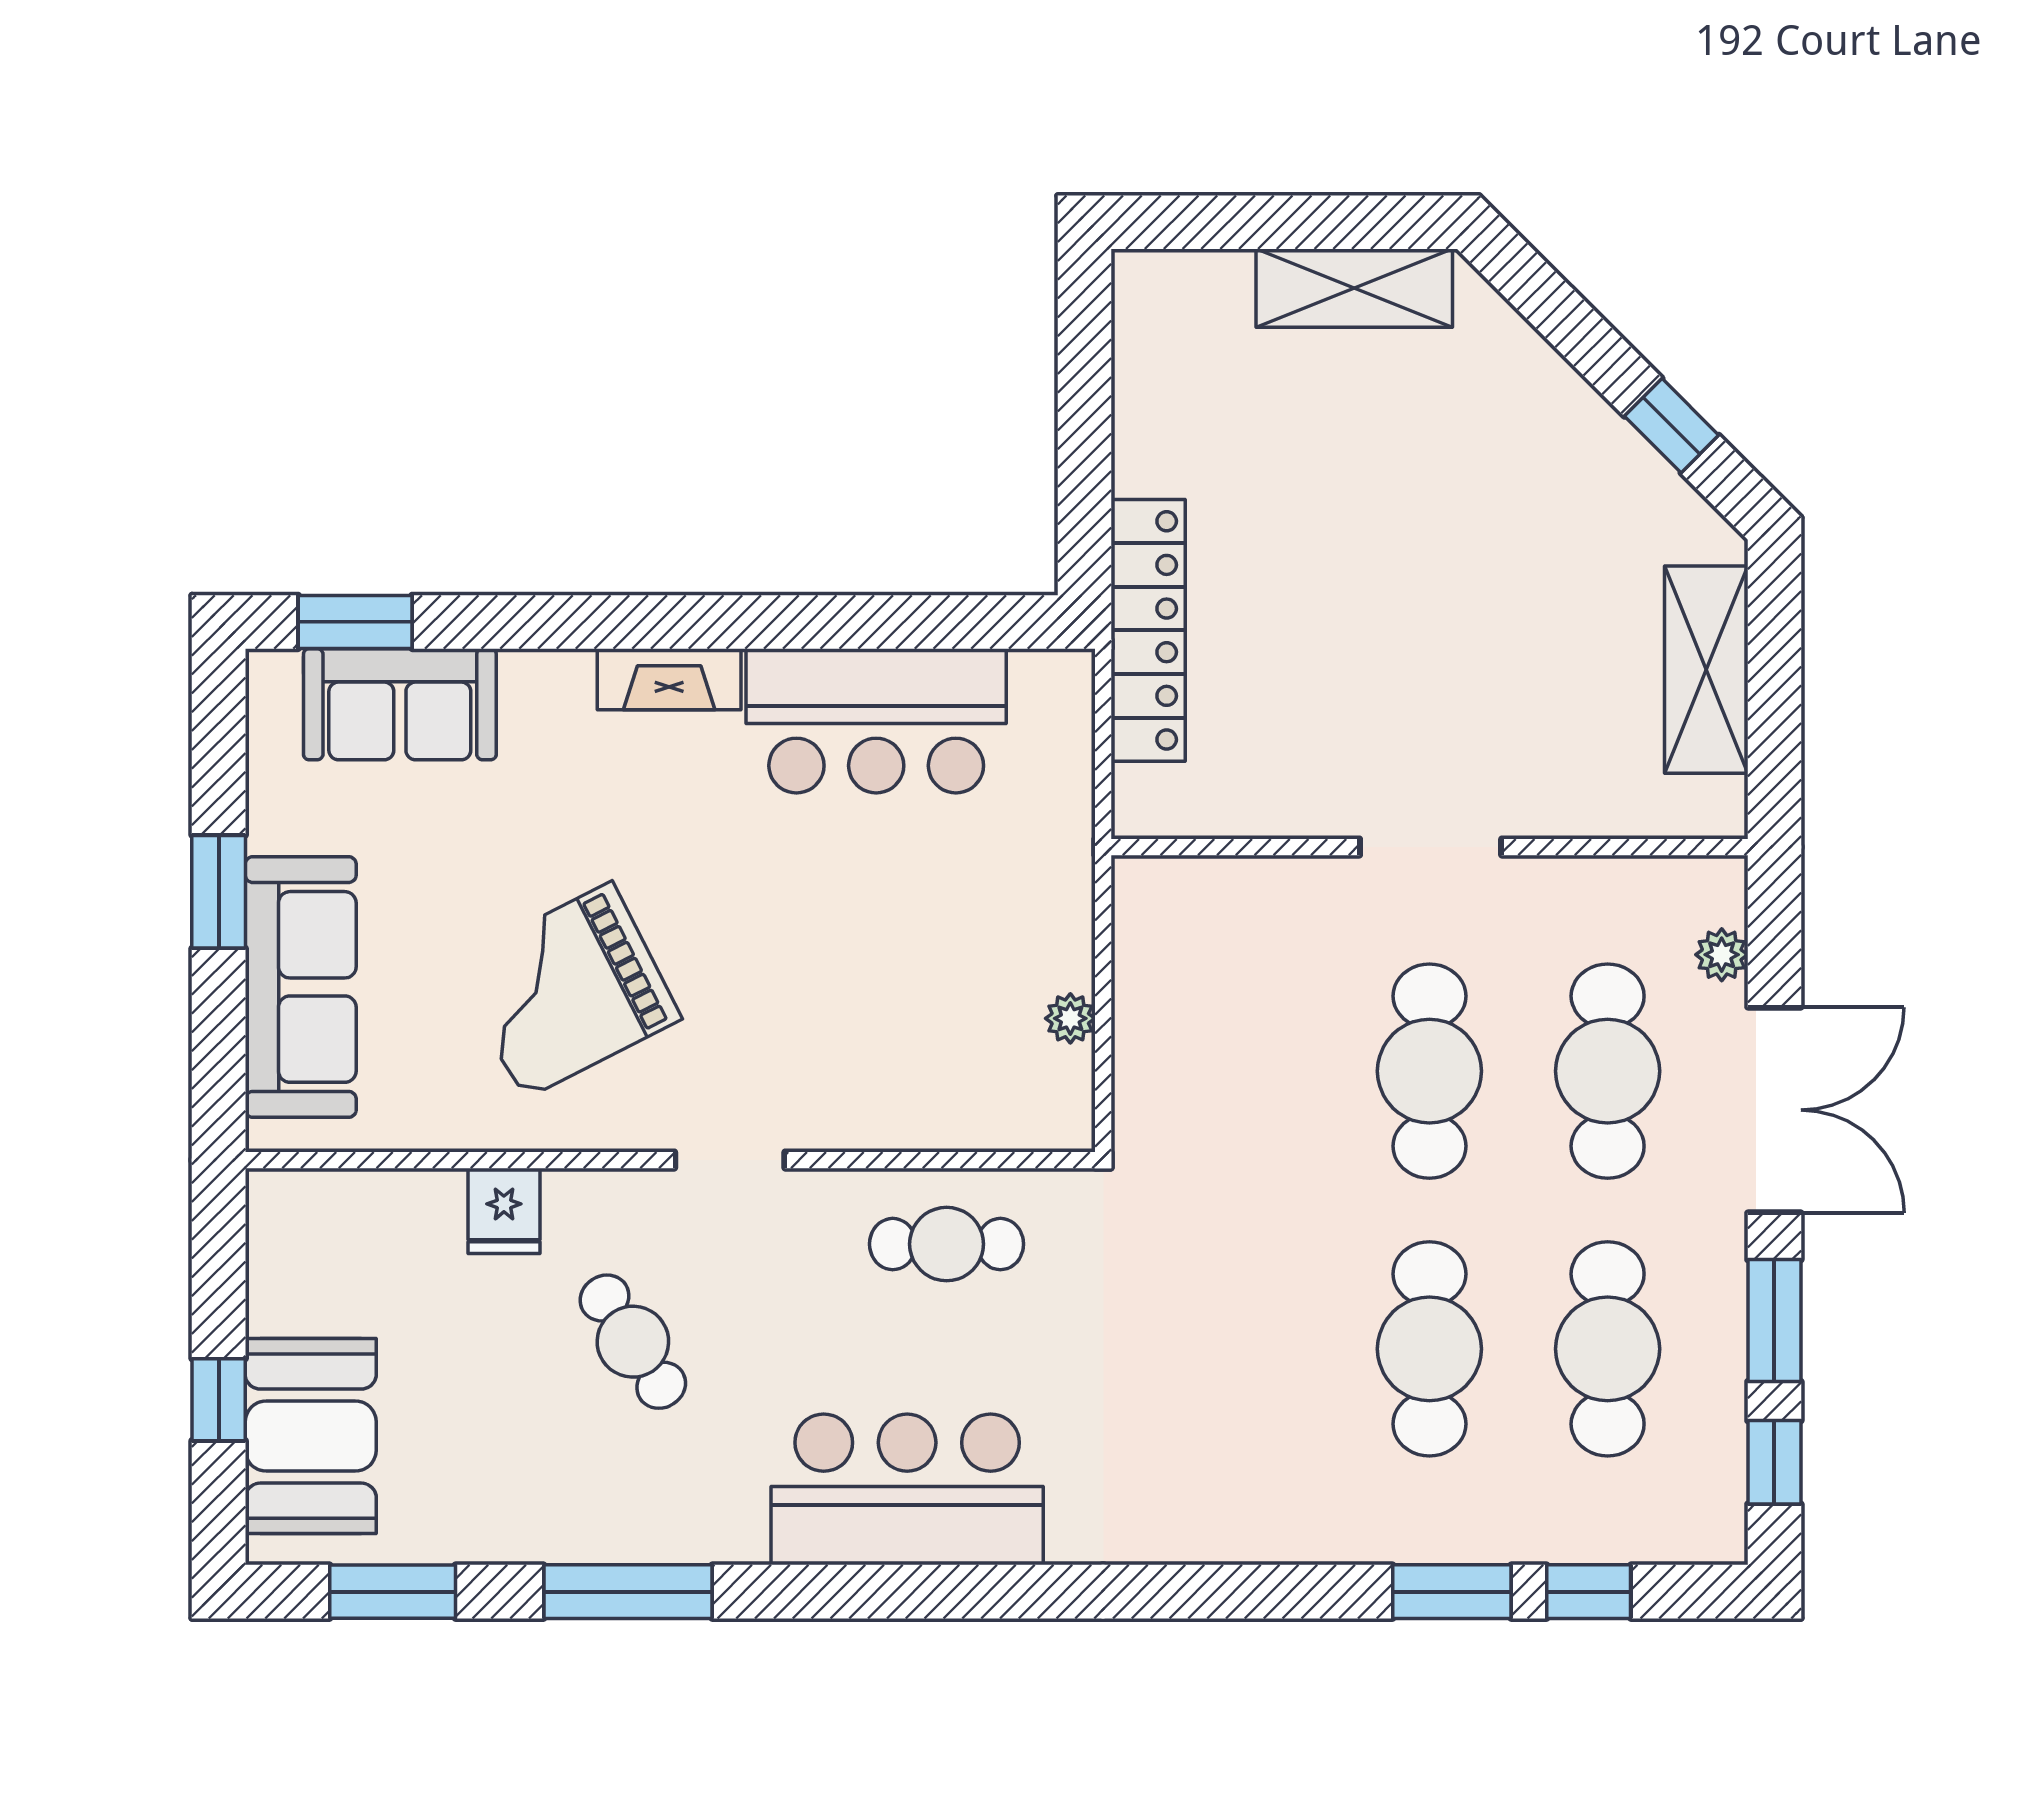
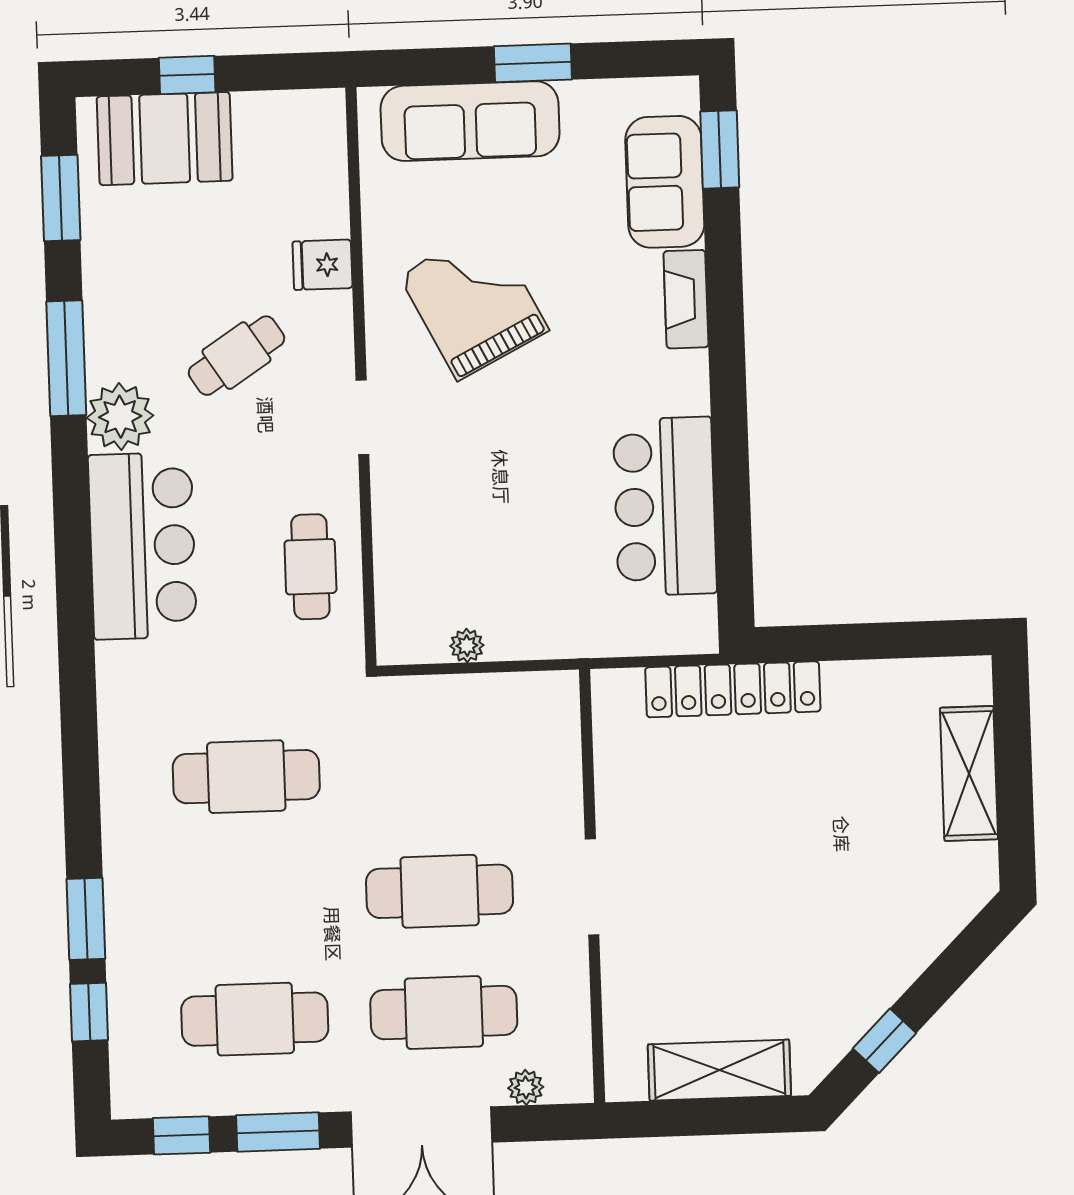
shelving: (1354, 288) -> (969, 773), moved
fireplace: (669, 679) -> (686, 299), moved
cafe table: (1429, 1349) -> (246, 777), moved
plant: (716, 1516) -> (120, 417), added

